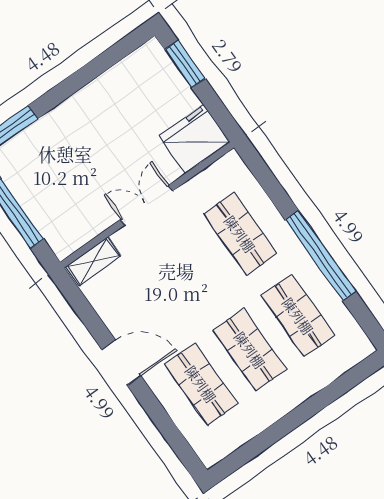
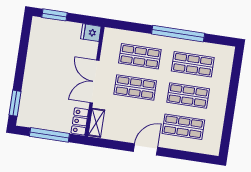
fridge: (194, 139) -> (91, 33), width x0.53, depth x0.75
double door: (147, 205) -> (94, 82), width x1.37
locker: (74, 237) -> (80, 121), added
shop shelf: (192, 268) -> (135, 88), added

